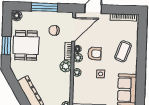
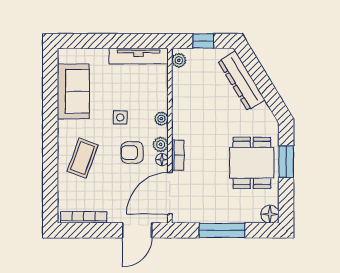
chair: (54, 30) -> (204, 191), removed
plant: (66, 66) -> (181, 129), removed

